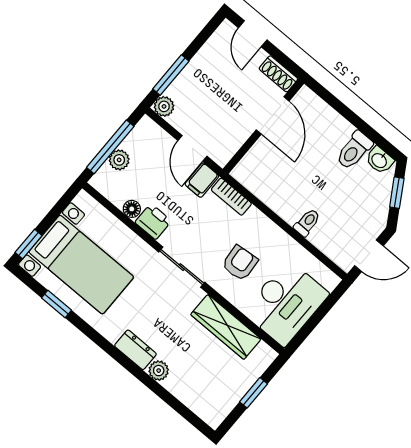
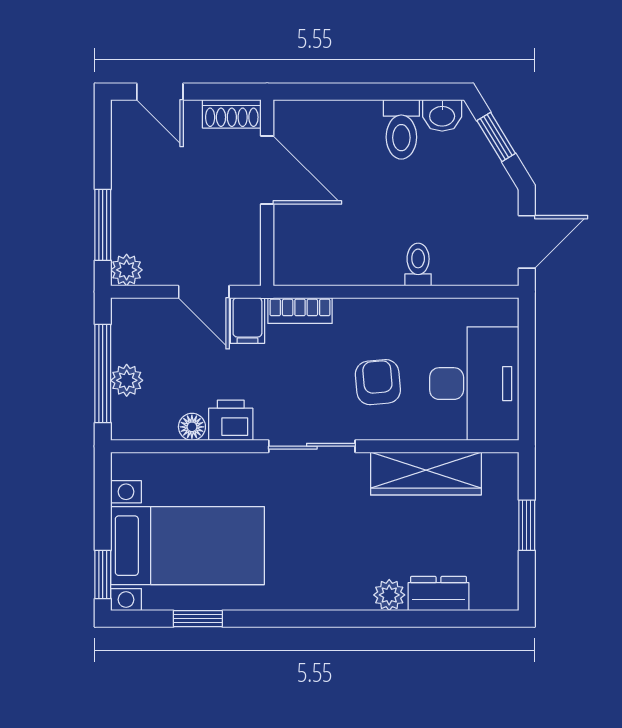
dresser: (135, 350) -> (438, 594), moved

